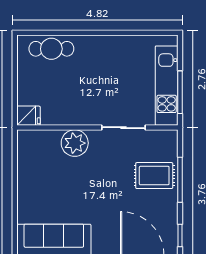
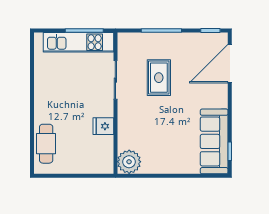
fridge: (28, 116) -> (103, 126), moved, turned -90
plant: (75, 143) -> (129, 162), moved
rug: (154, 176) -> (159, 78), moved

